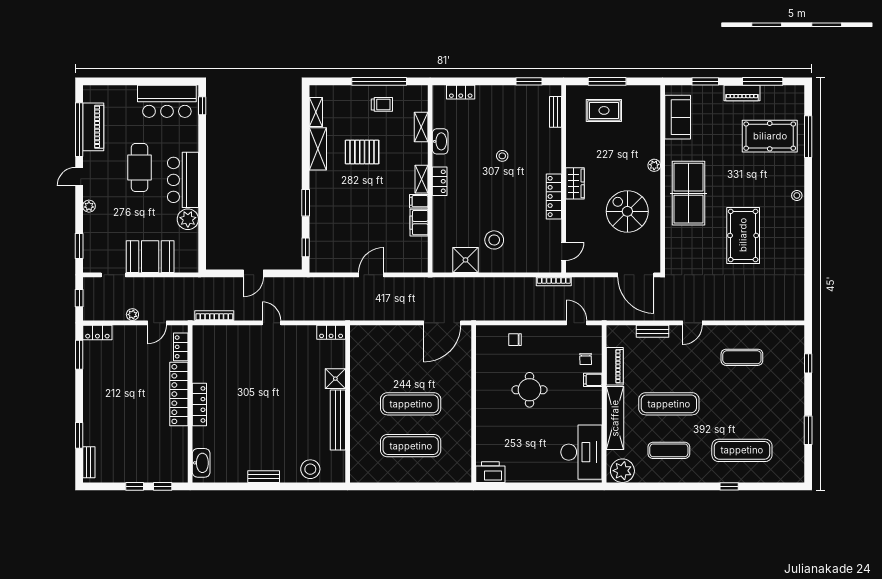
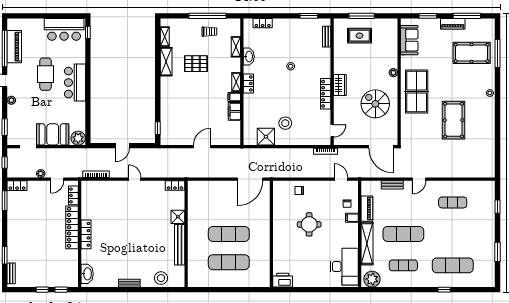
window: (306, 203) -> (158, 98), removed
plant: (188, 219) -> (78, 138), moved

